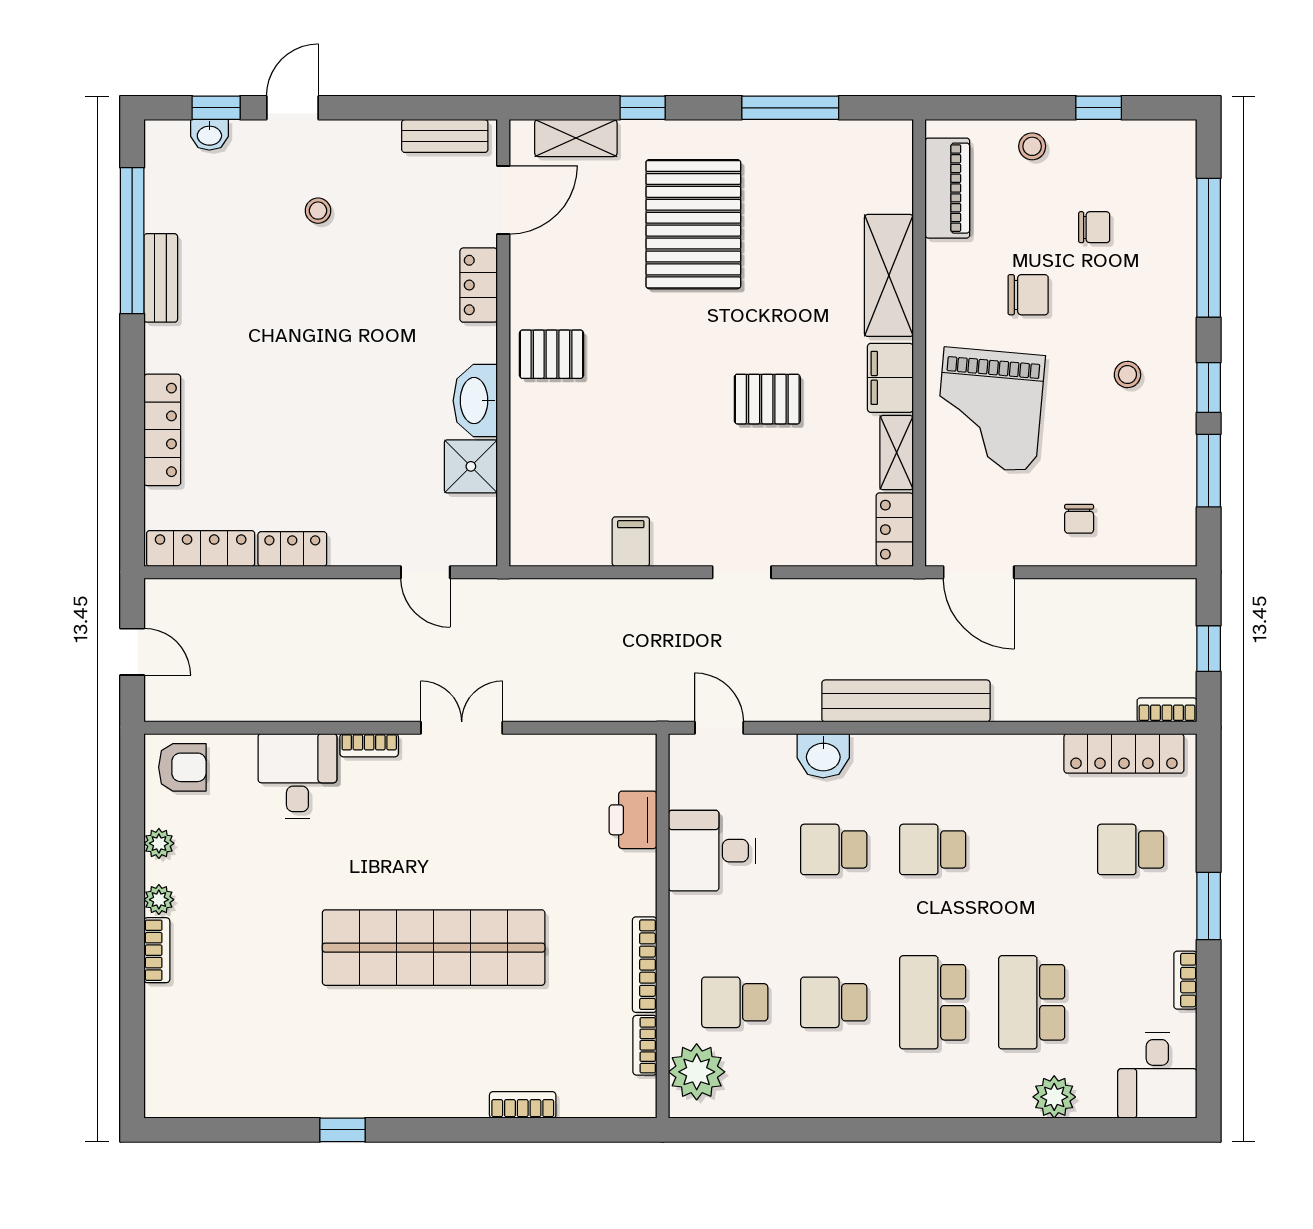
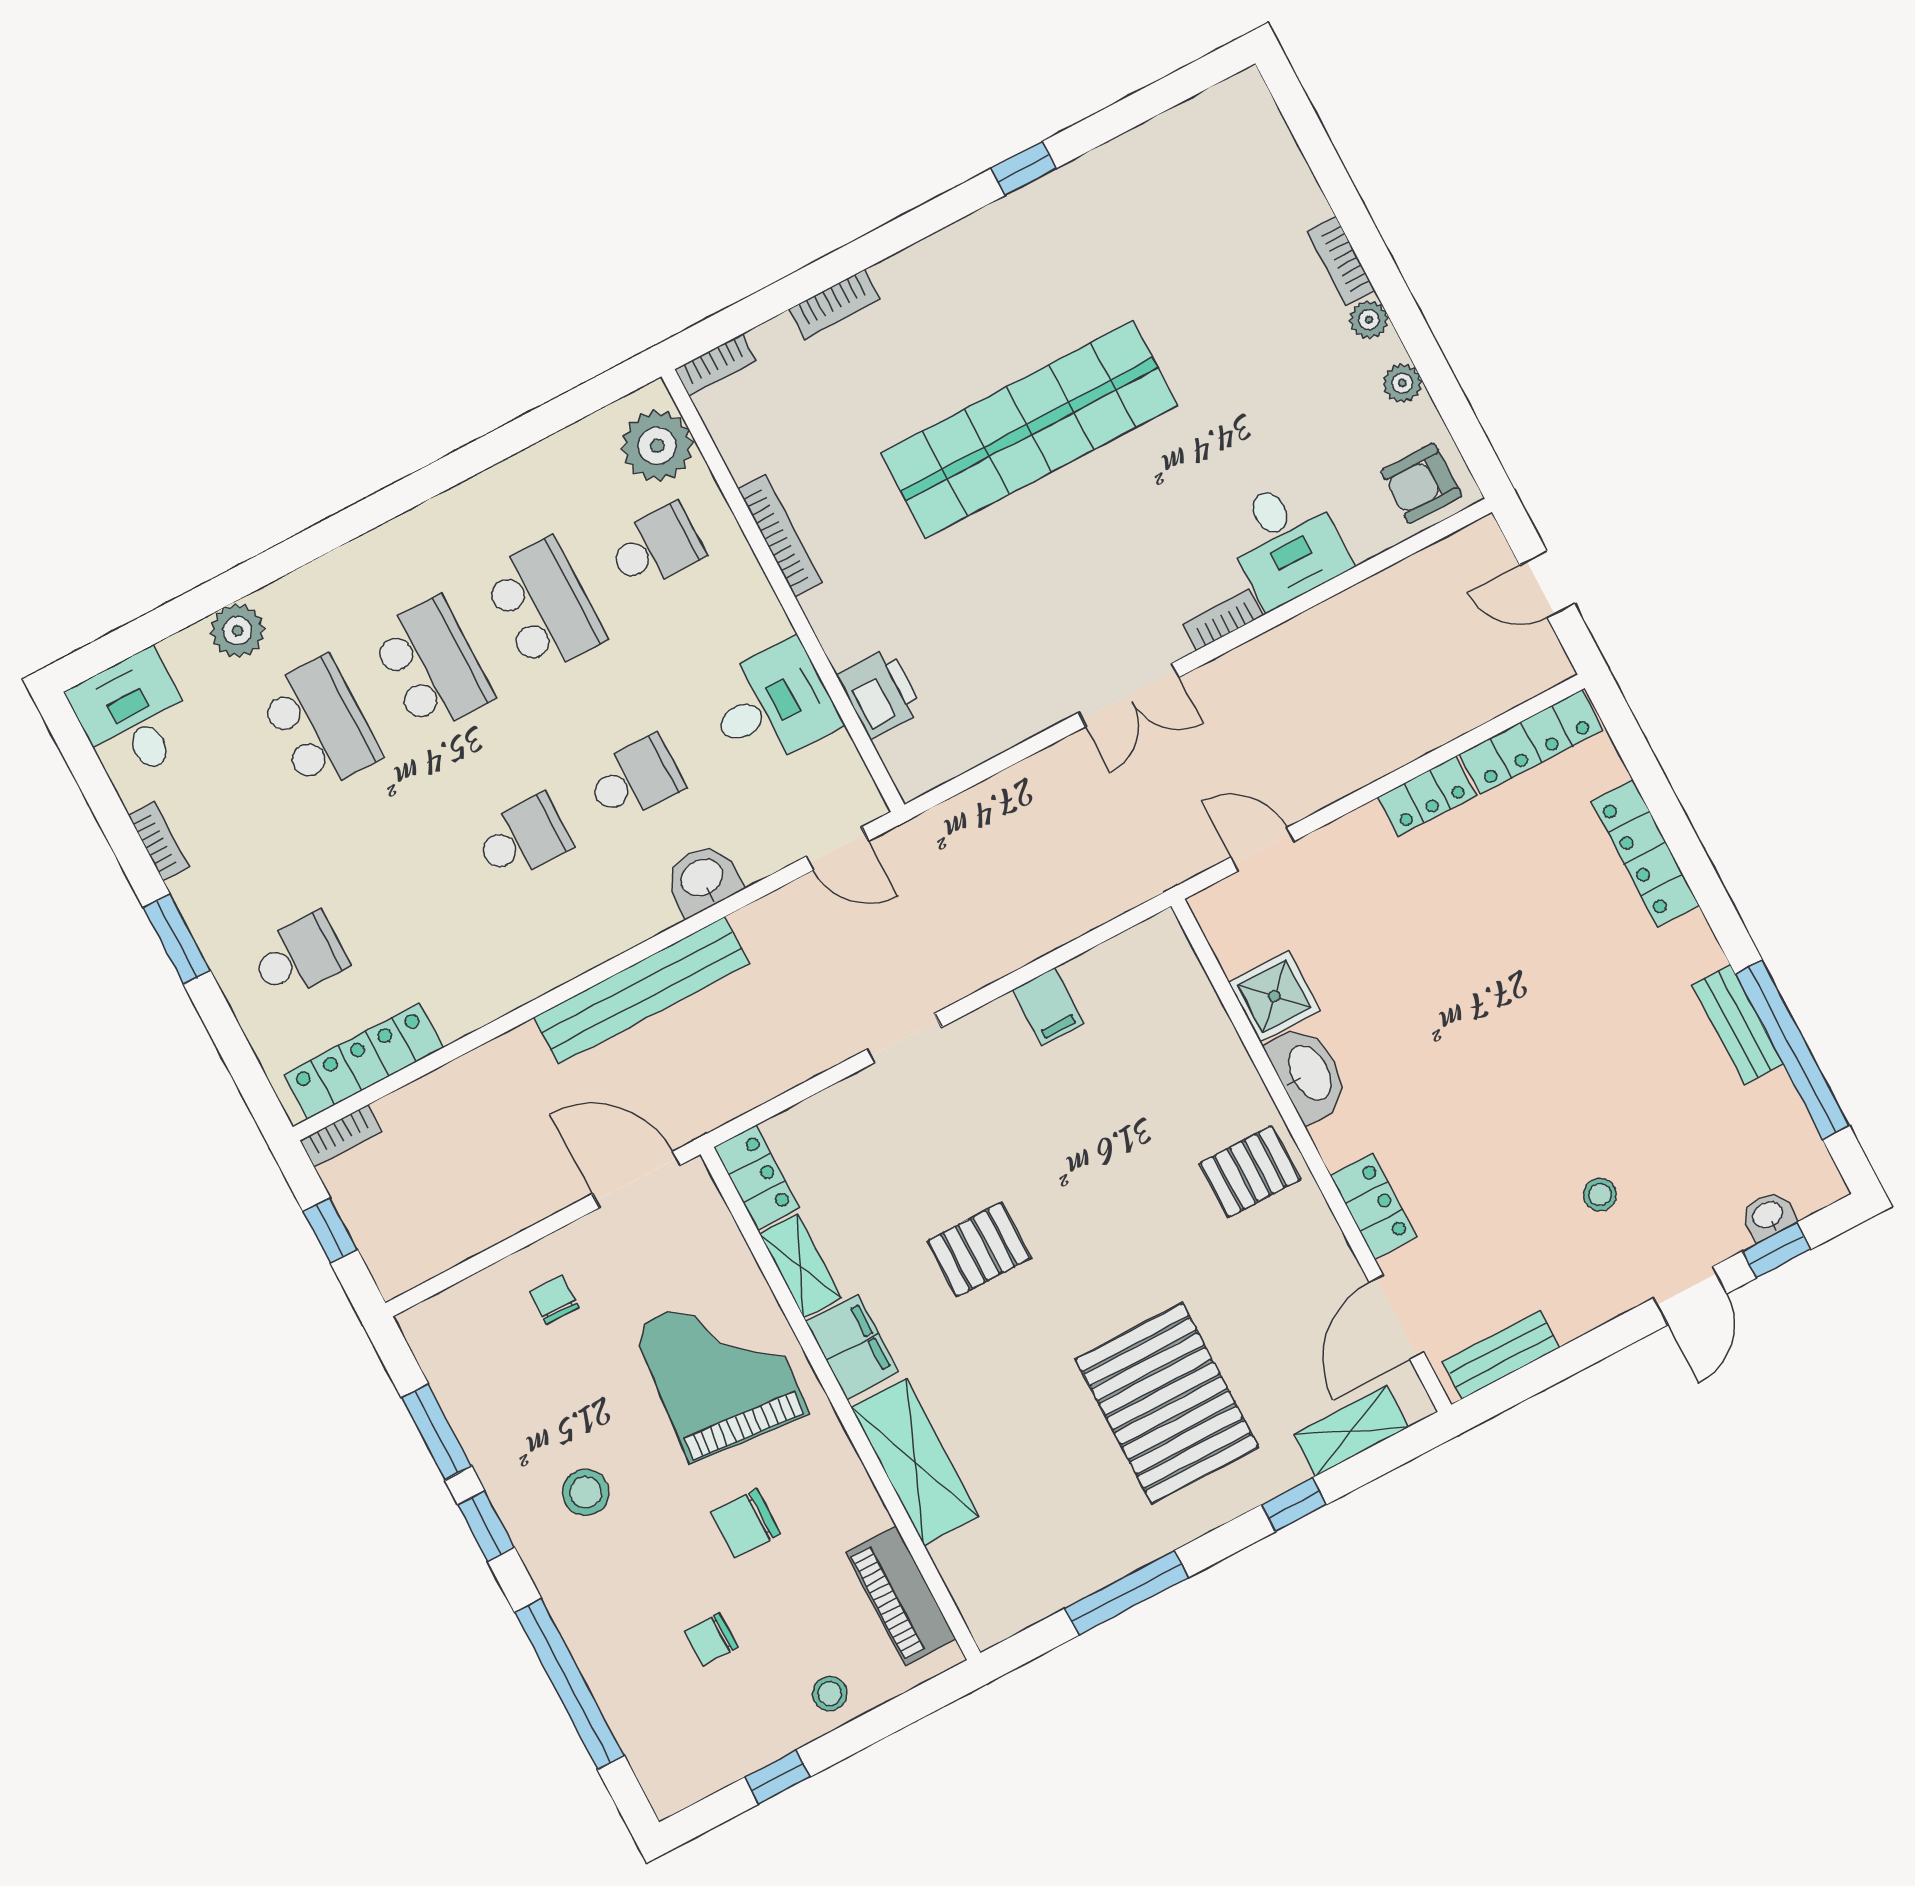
stool: (1127, 374) -> (586, 1492), width x1.37, depth x1.37
school desk: (834, 1002) -> (544, 606), width x1.85
bookcase: (645, 1045) -> (715, 365), moved, turned 90

